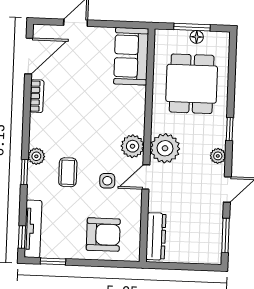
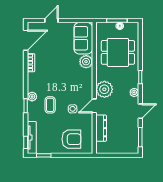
dining table: (192, 84) -> (118, 52), turned 90
plant: (133, 146) -> (86, 62), moved
dresser: (156, 236) -> (101, 128), moved

